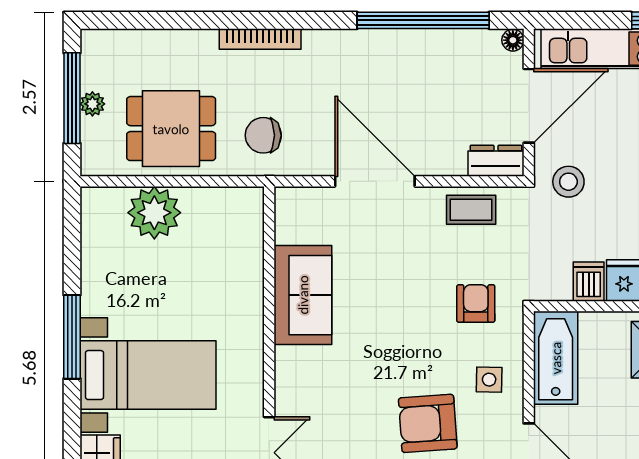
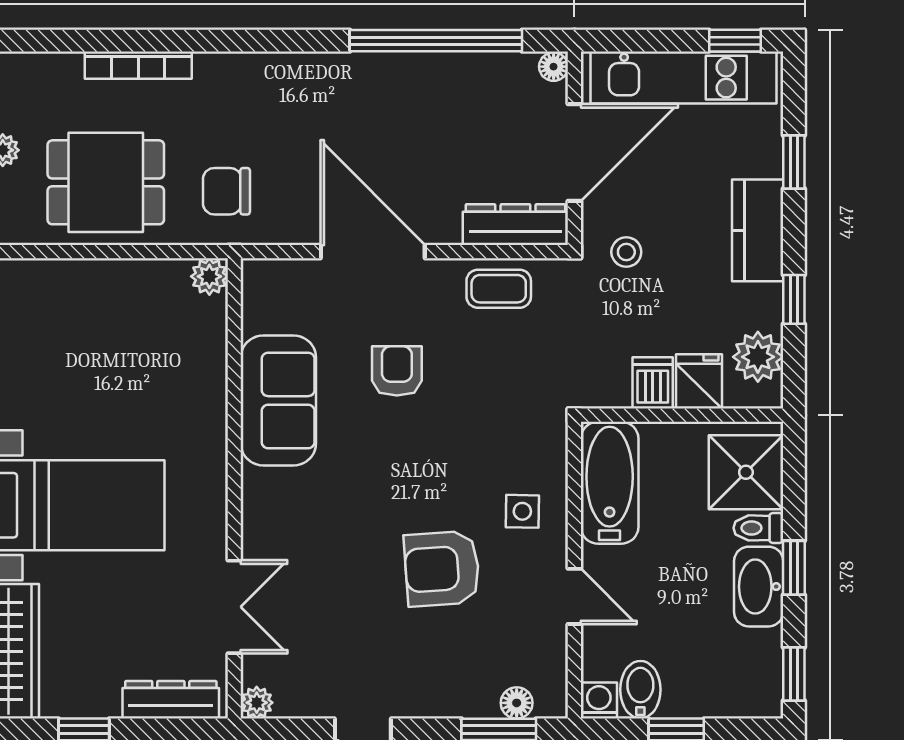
bookcase: (260, 39) -> (138, 65), moved
dresser: (496, 161) -> (515, 225), width x1.44
stool: (568, 182) -> (626, 252), width x0.73, depth x0.73
plant: (154, 213) -> (209, 276), moved, width x0.53, depth x0.53
armchair: (476, 303) -> (397, 371), moved

